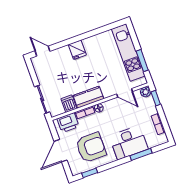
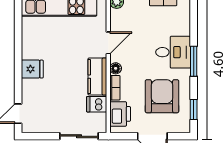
door: (125, 93) -> (108, 43), moved
desk: (129, 143) -> (173, 52), width x0.73
window: (141, 154) -> (194, 61), moved

